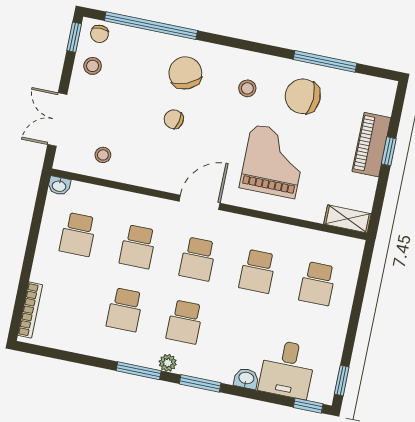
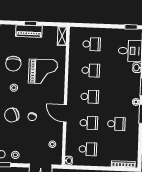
grand piano: (273, 161) -> (43, 72), turned 180
door: (200, 202) -> (65, 113), moved
school desk: (185, 322) -> (117, 98), removed

